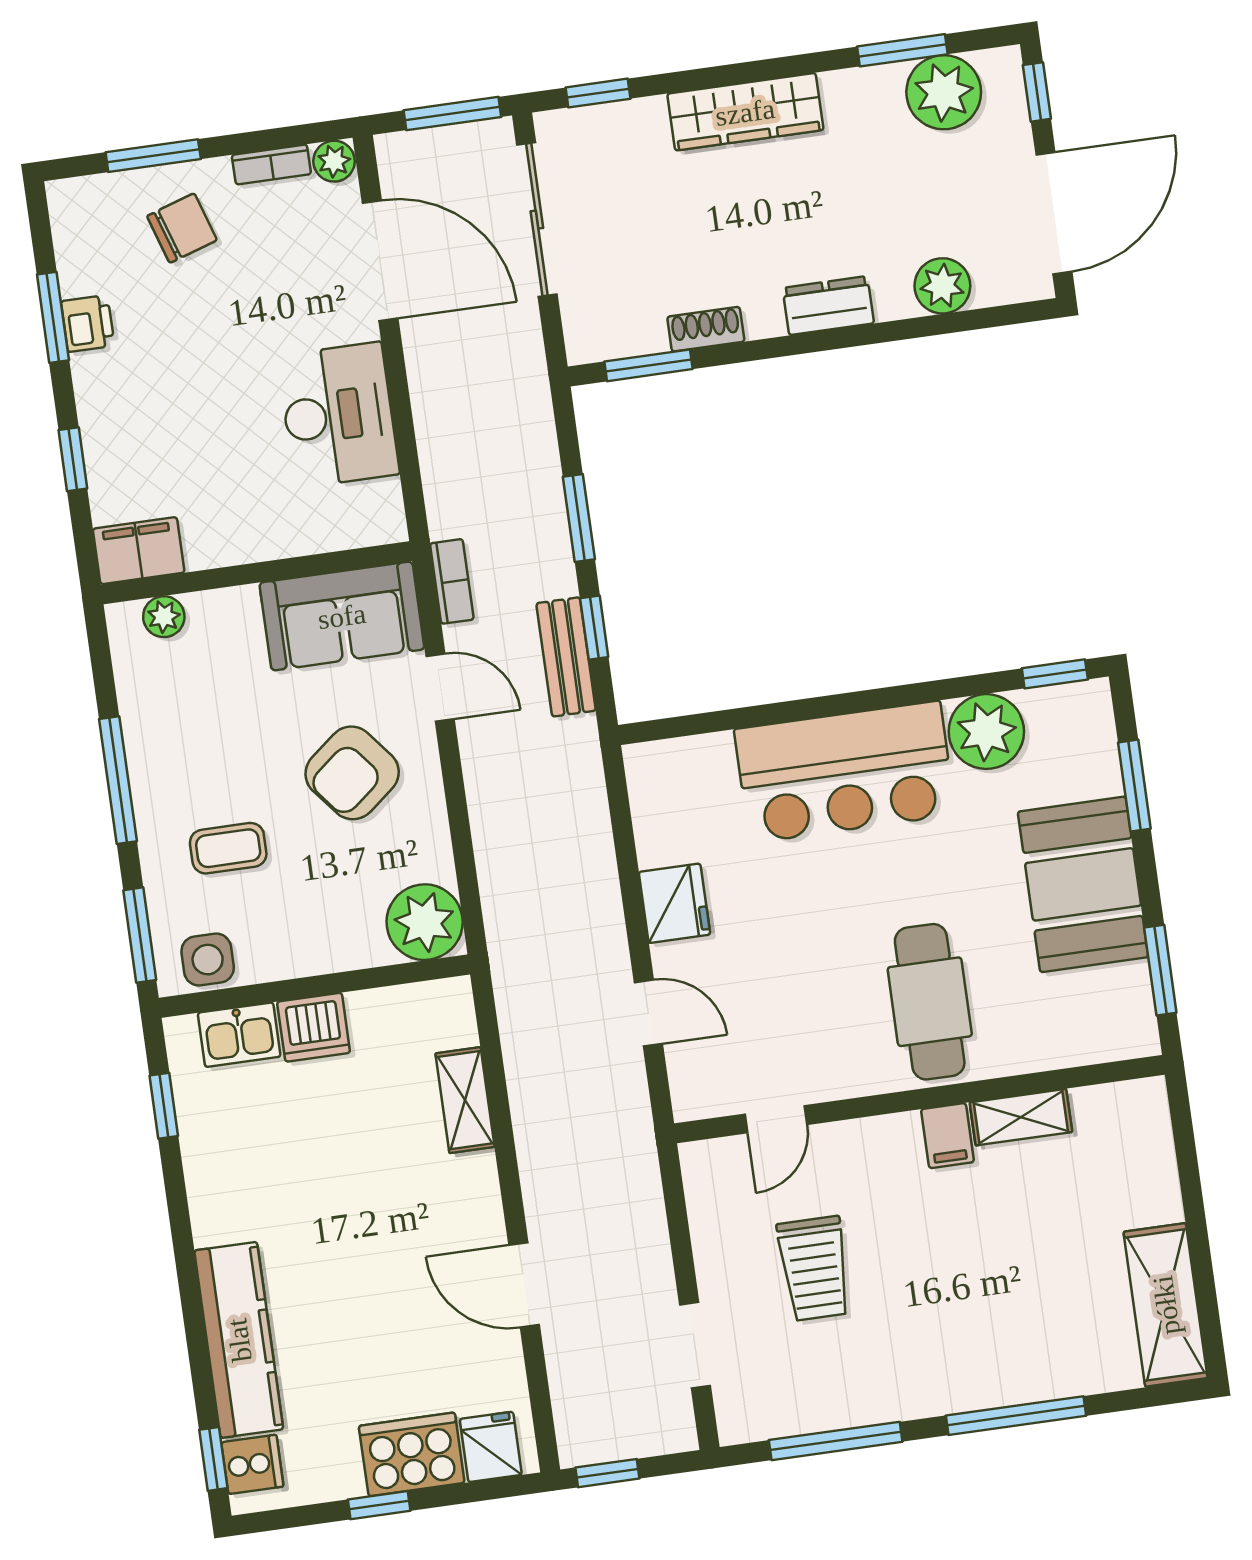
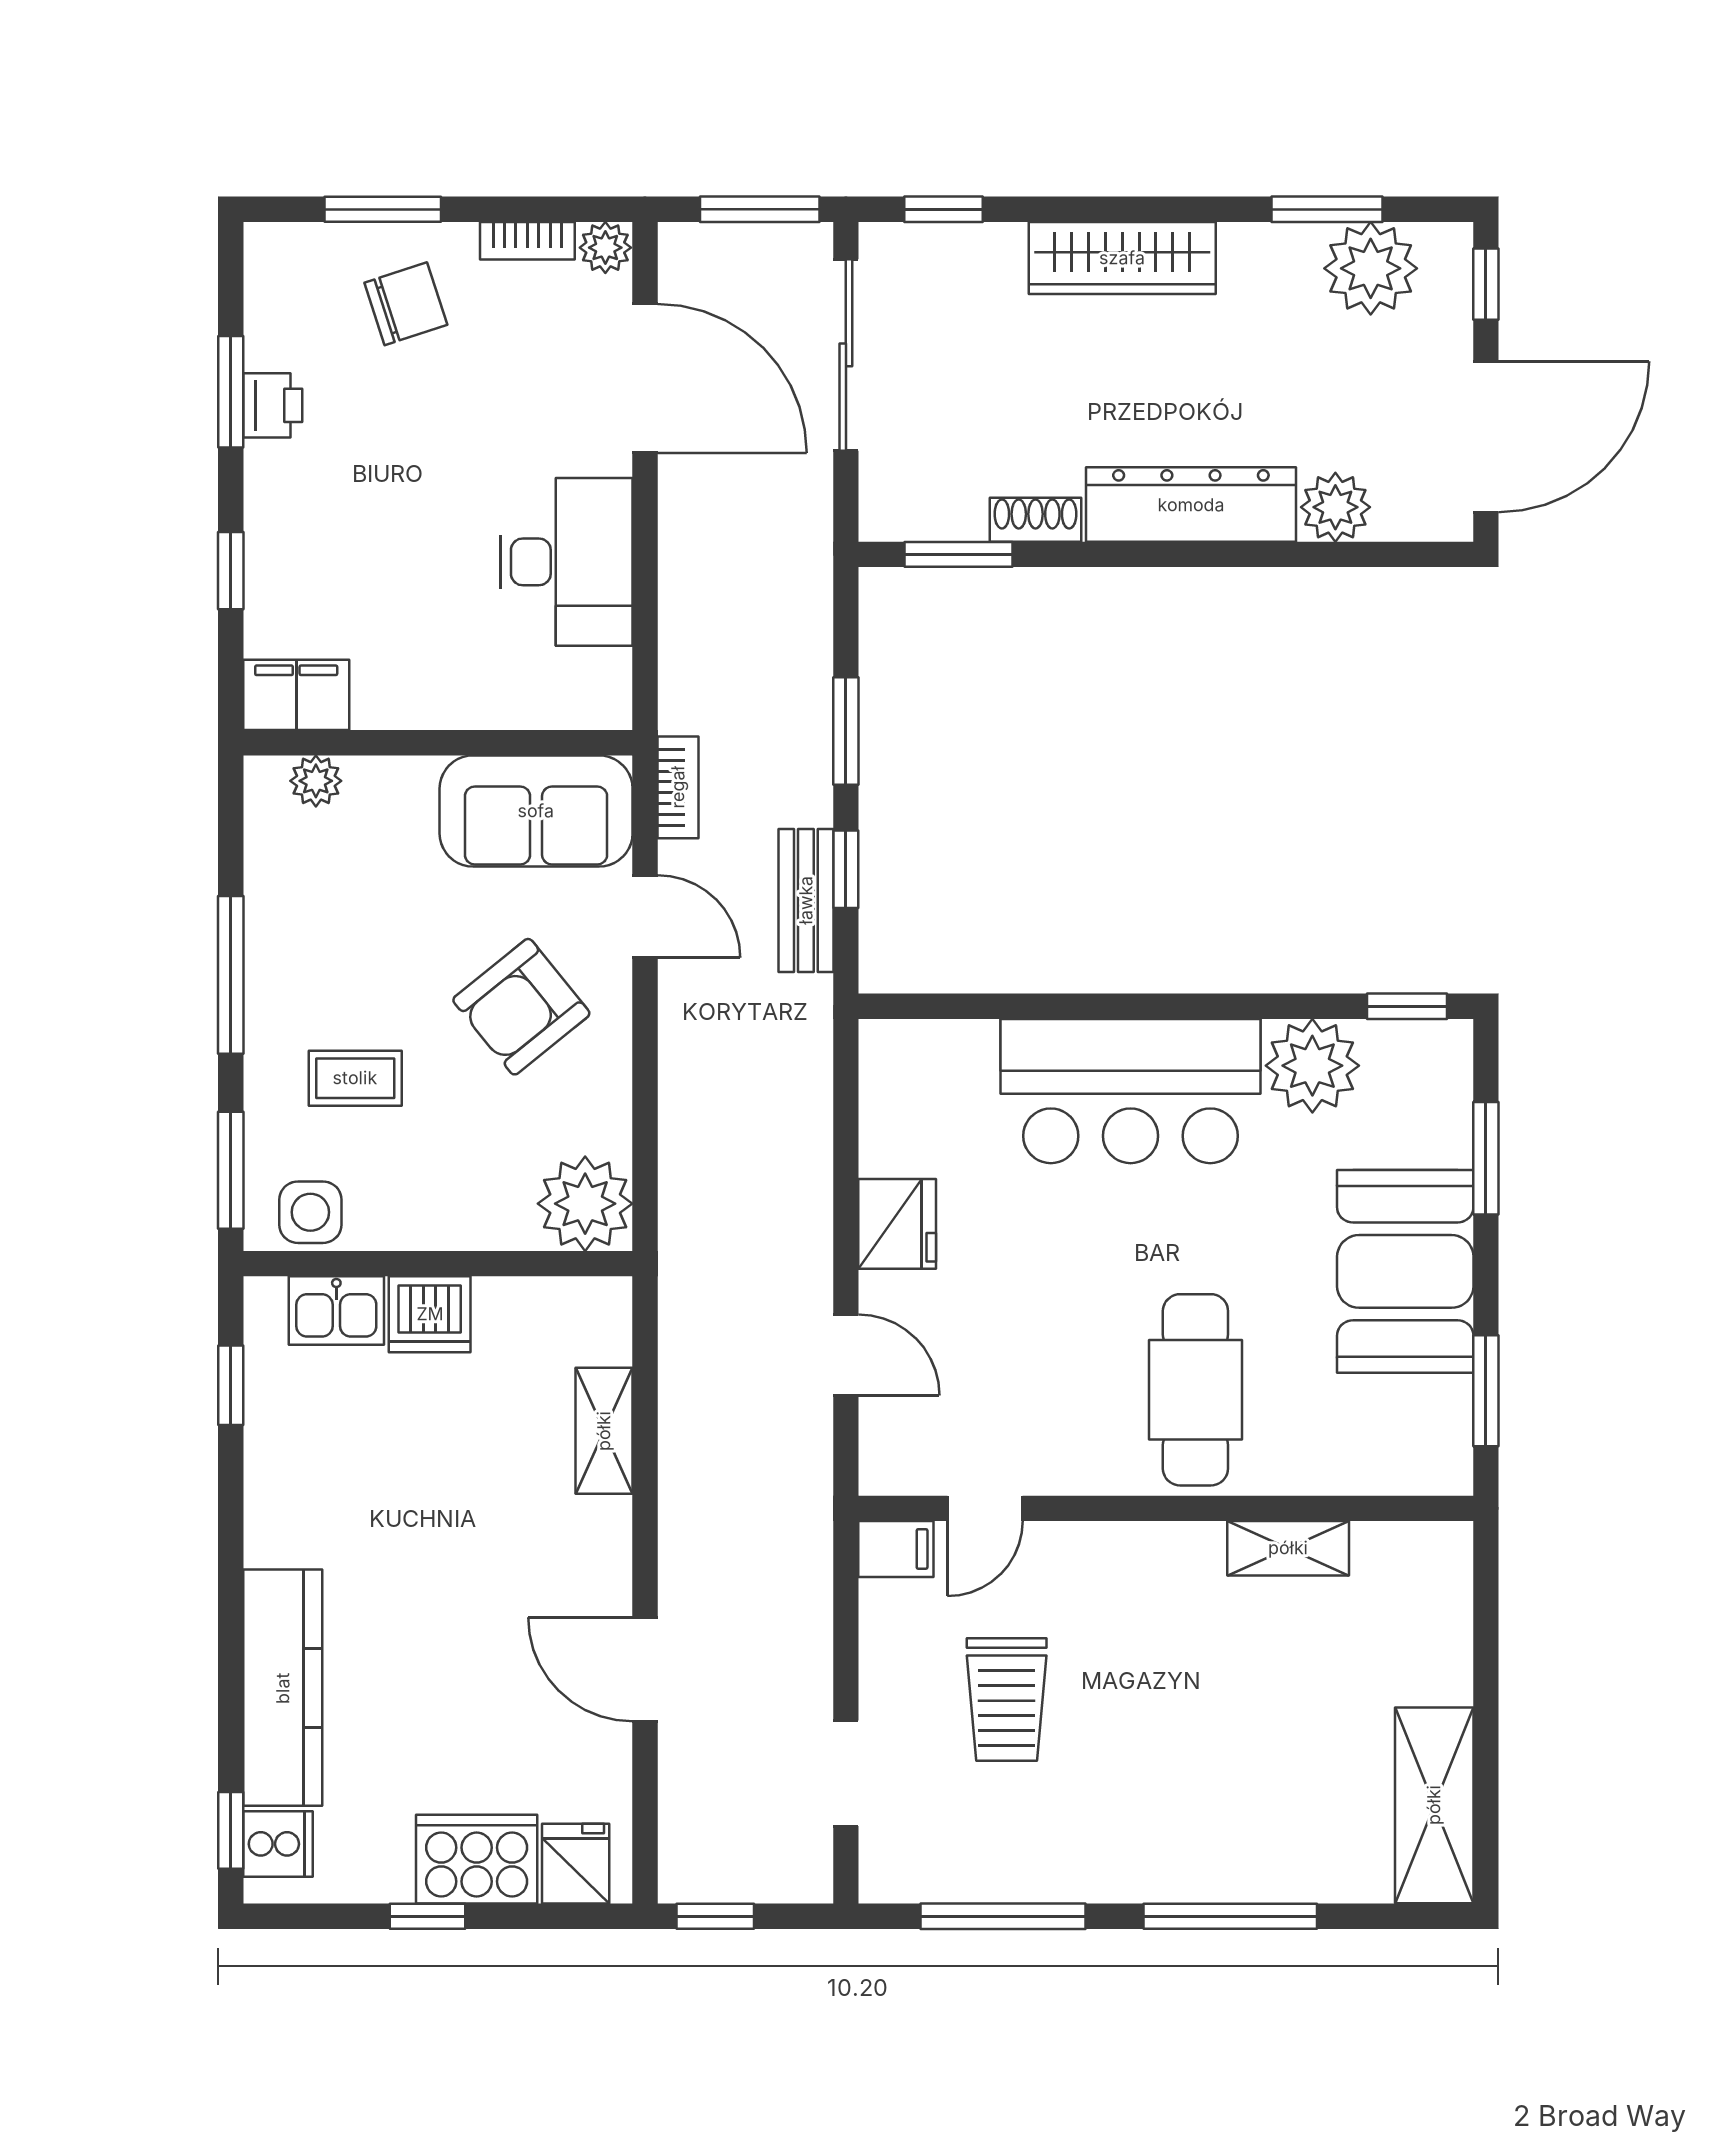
dresser: (828, 306) -> (1191, 505), width x1.96, depth x1.24
filing cabinet: (947, 1136) -> (896, 1549), moved, turned -90

